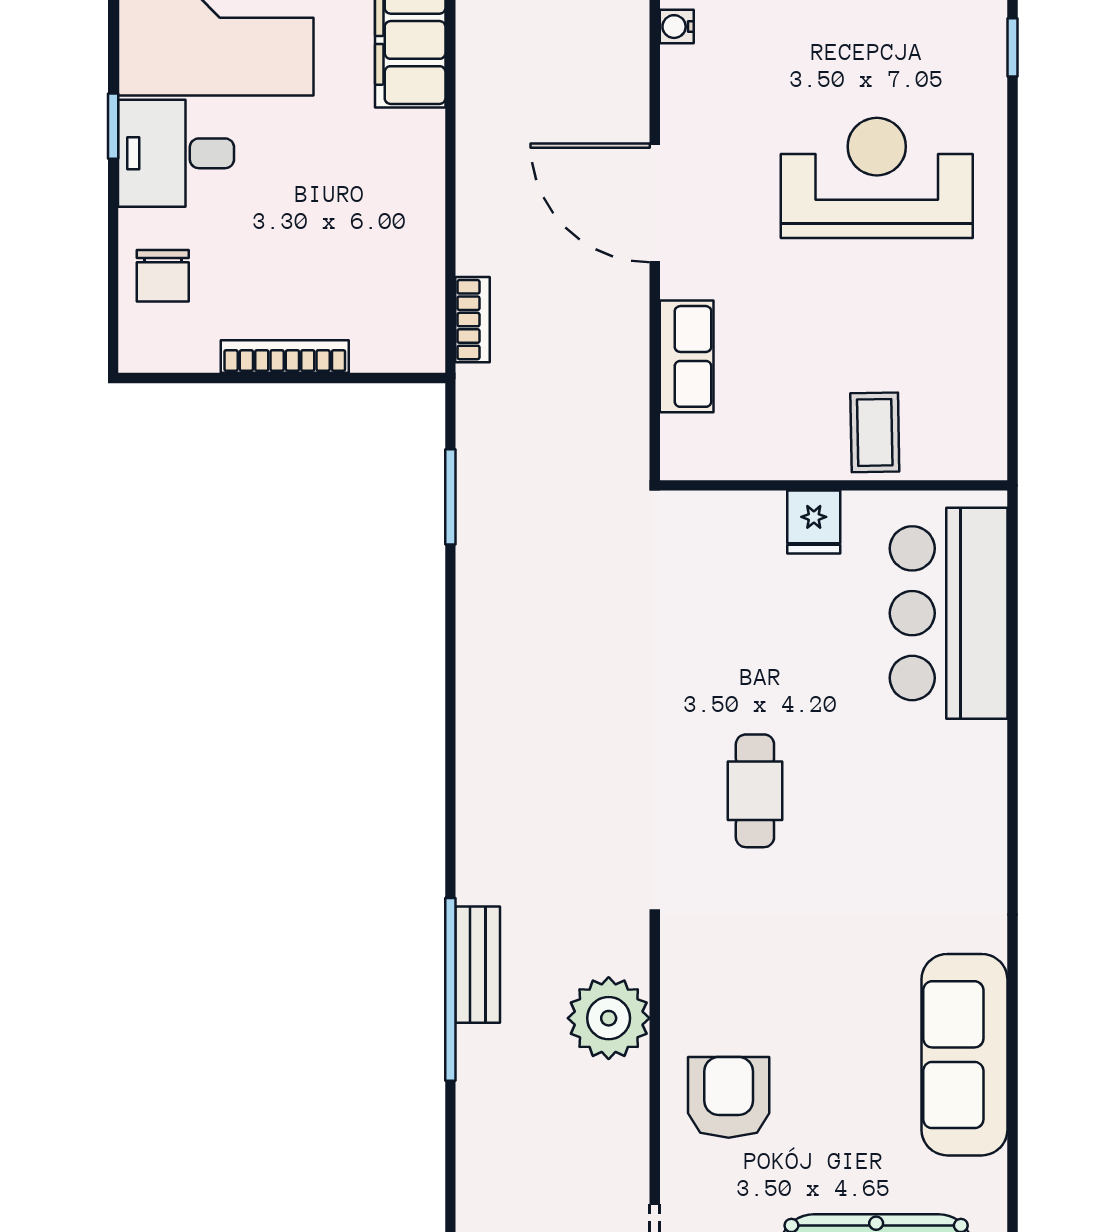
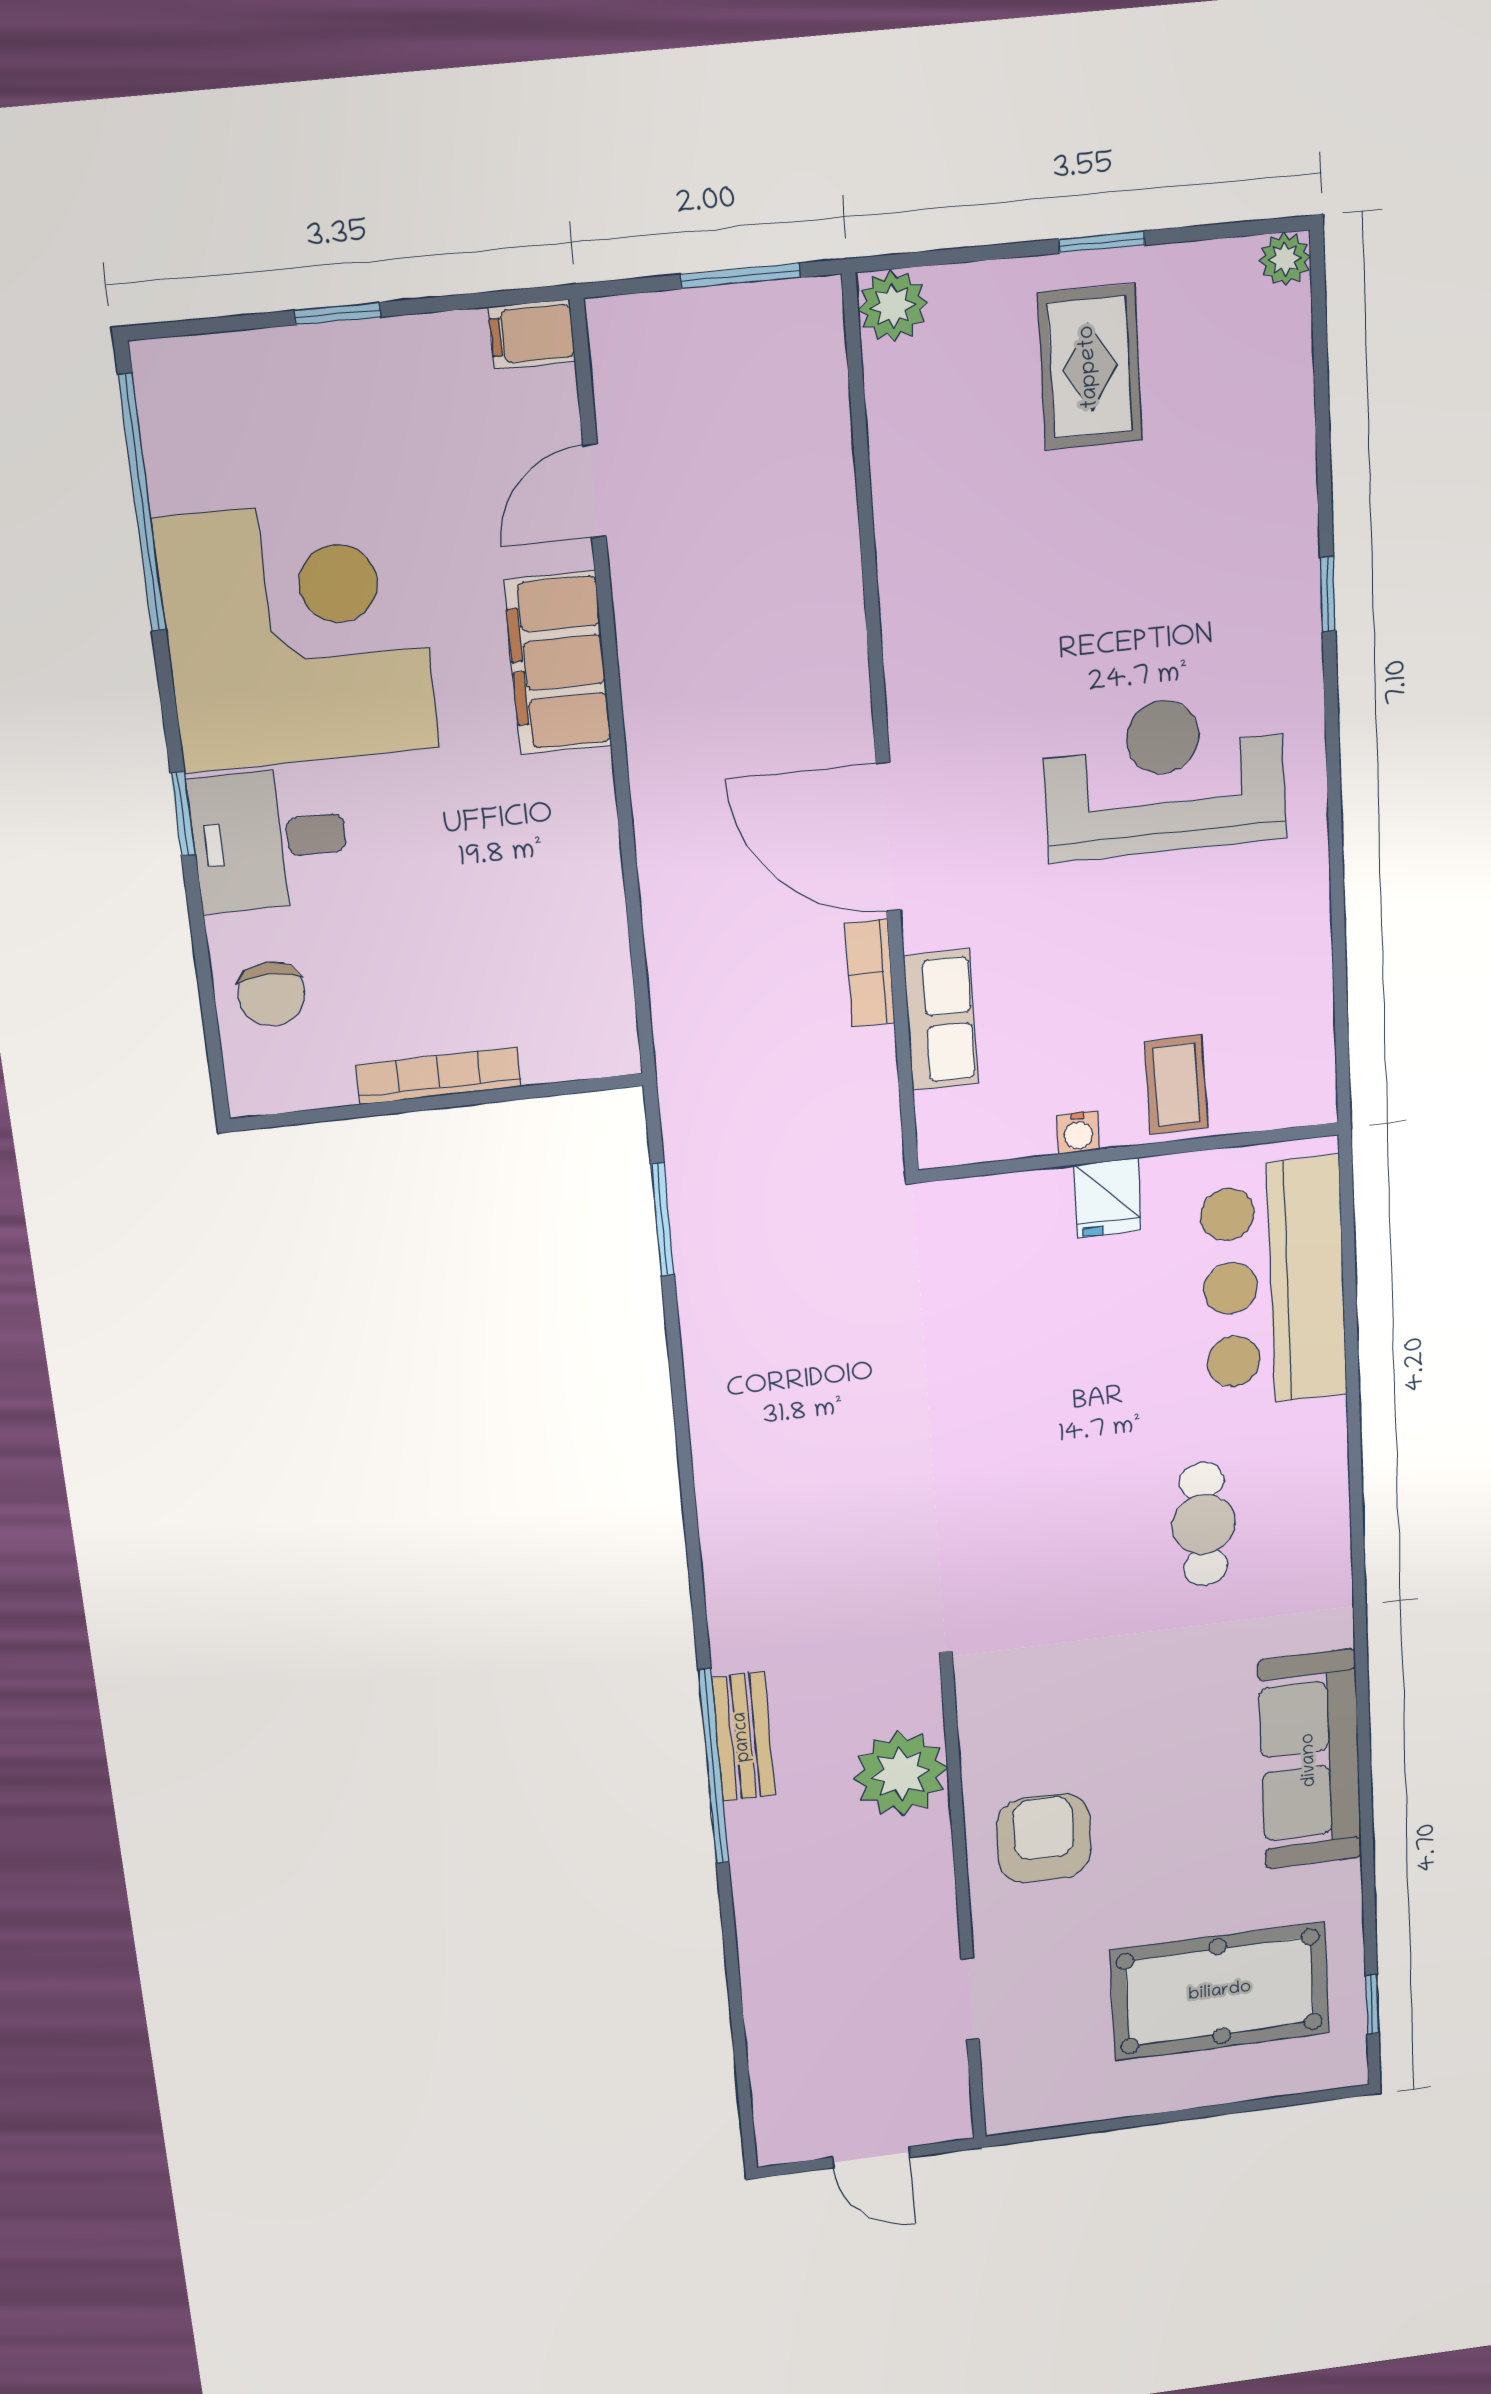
water cooler: (677, 27) -> (1078, 1132), moved, turned -90
bookcase: (473, 320) -> (870, 973), moved, turned 180
cafe table: (755, 791) -> (1204, 1524), moved

